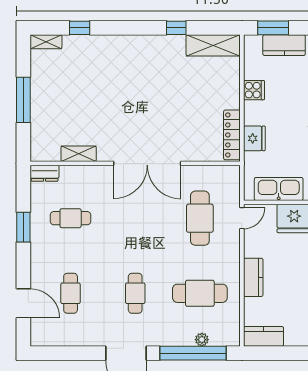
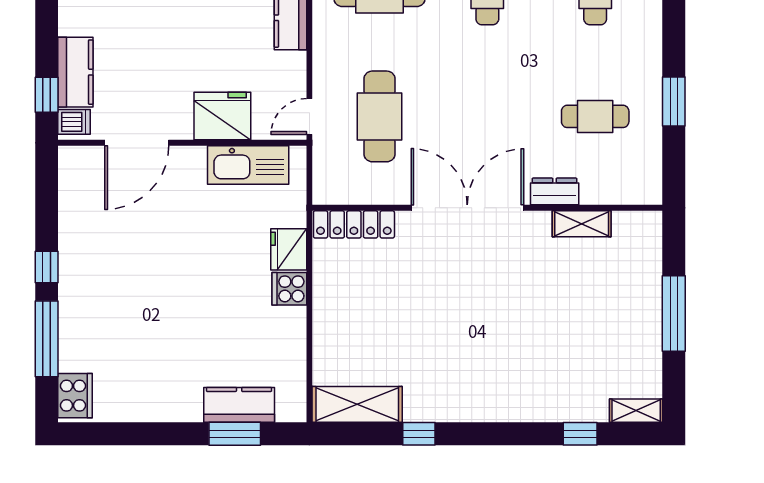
window: (273, 28) -> (235, 434), moved
cooker: (254, 90) -> (289, 289), moved
locker: (232, 135) -> (354, 224), moved, turned 90
dresser: (45, 173) -> (555, 191), moved

